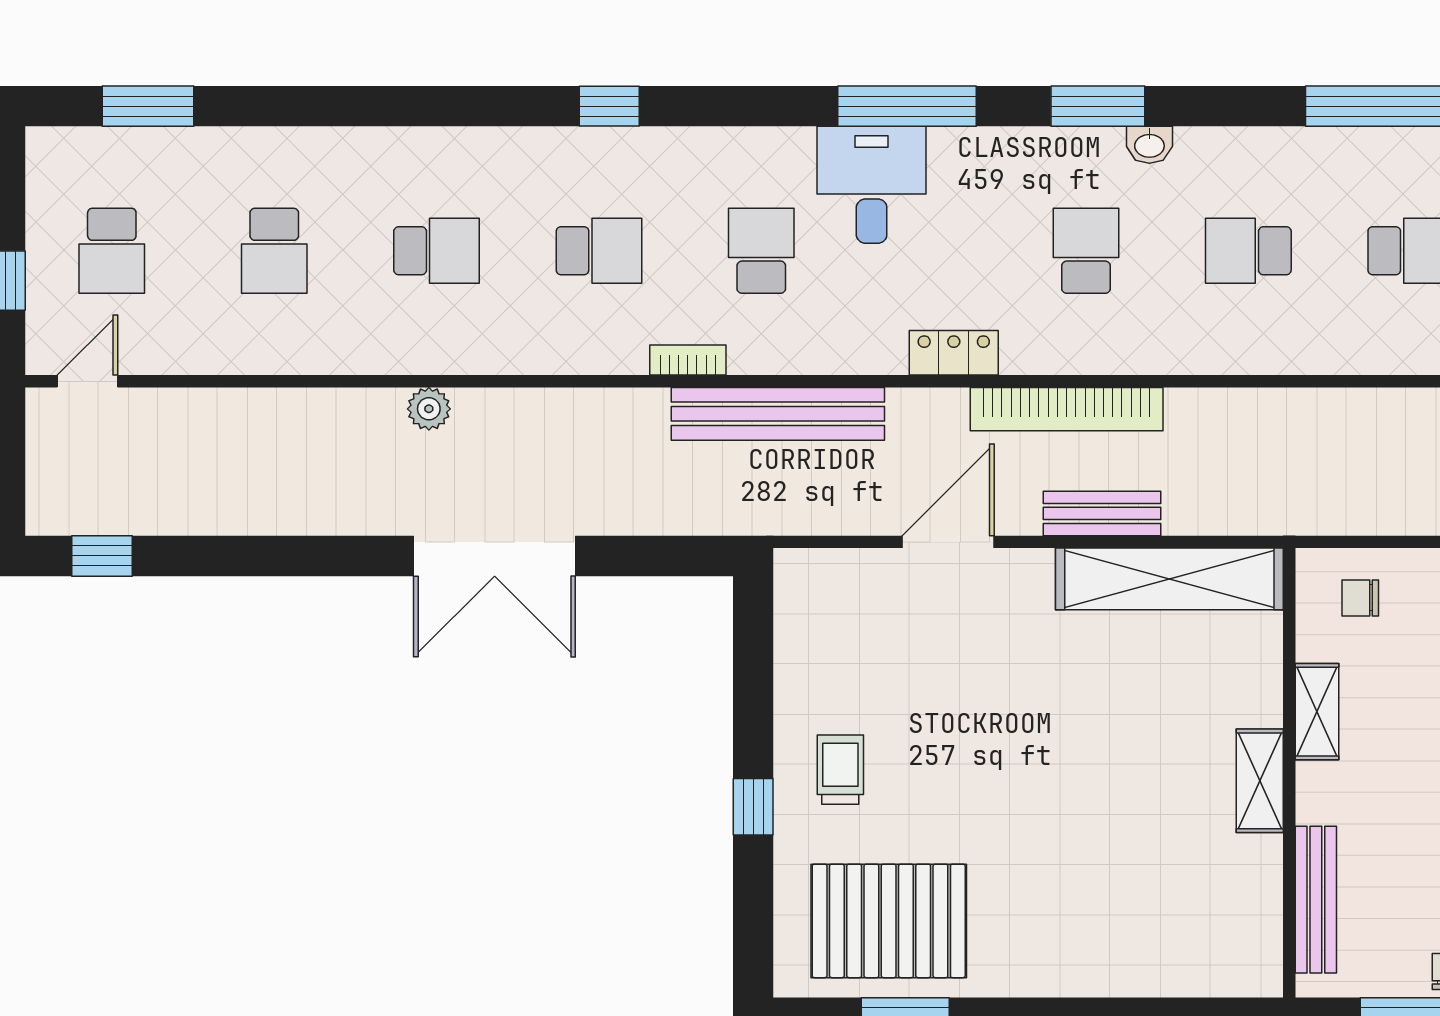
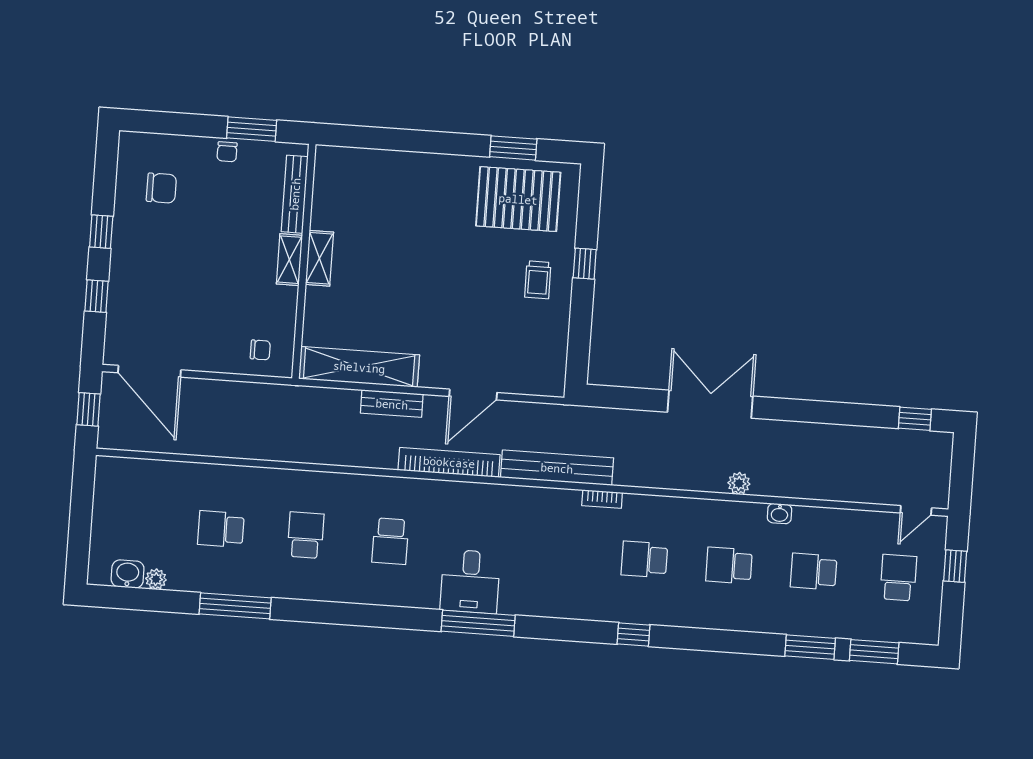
window: (1098, 106) -> (810, 647), moved
washbasin: (1149, 145) -> (779, 514), moved, turned 180
desk: (872, 185) -> (470, 582), moved
school desk: (274, 251) -> (814, 572), turned -90
school desk: (761, 251) -> (560, 553), removed
school desk: (1248, 251) -> (306, 535), turned -90
locker: (954, 353) -> (463, 493), removed
bookcase: (1067, 409) -> (449, 462), moved
shelving: (1317, 712) -> (289, 260), moved

